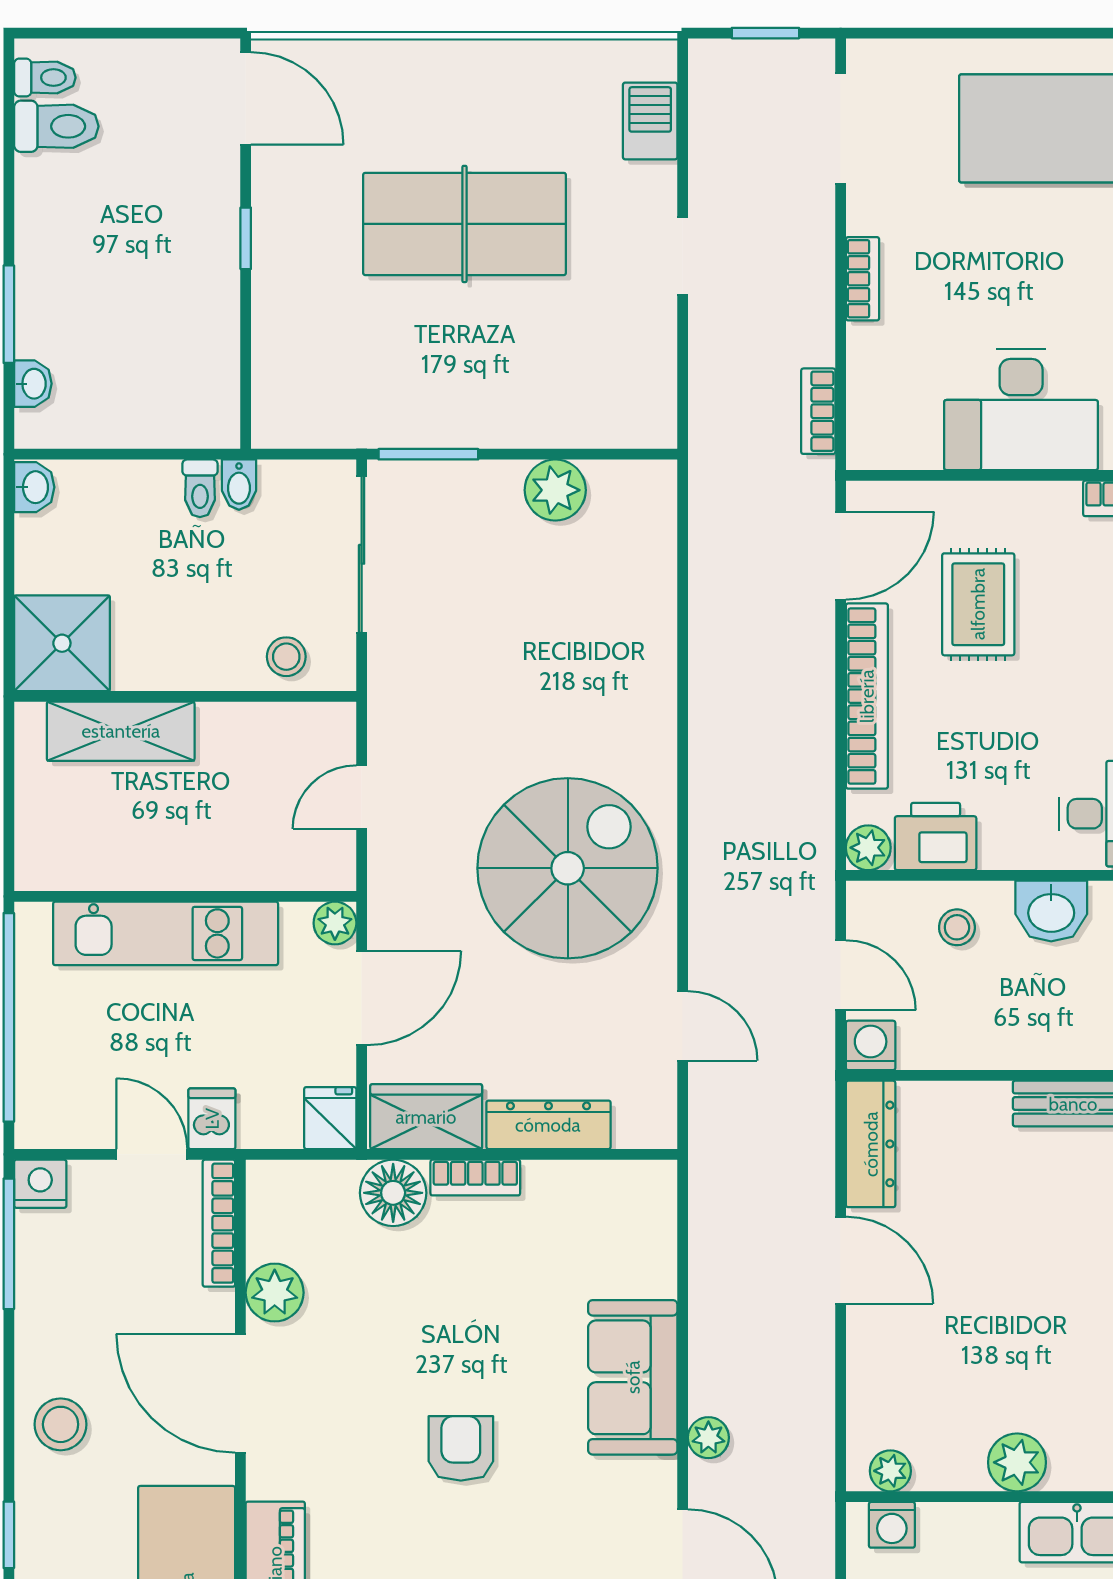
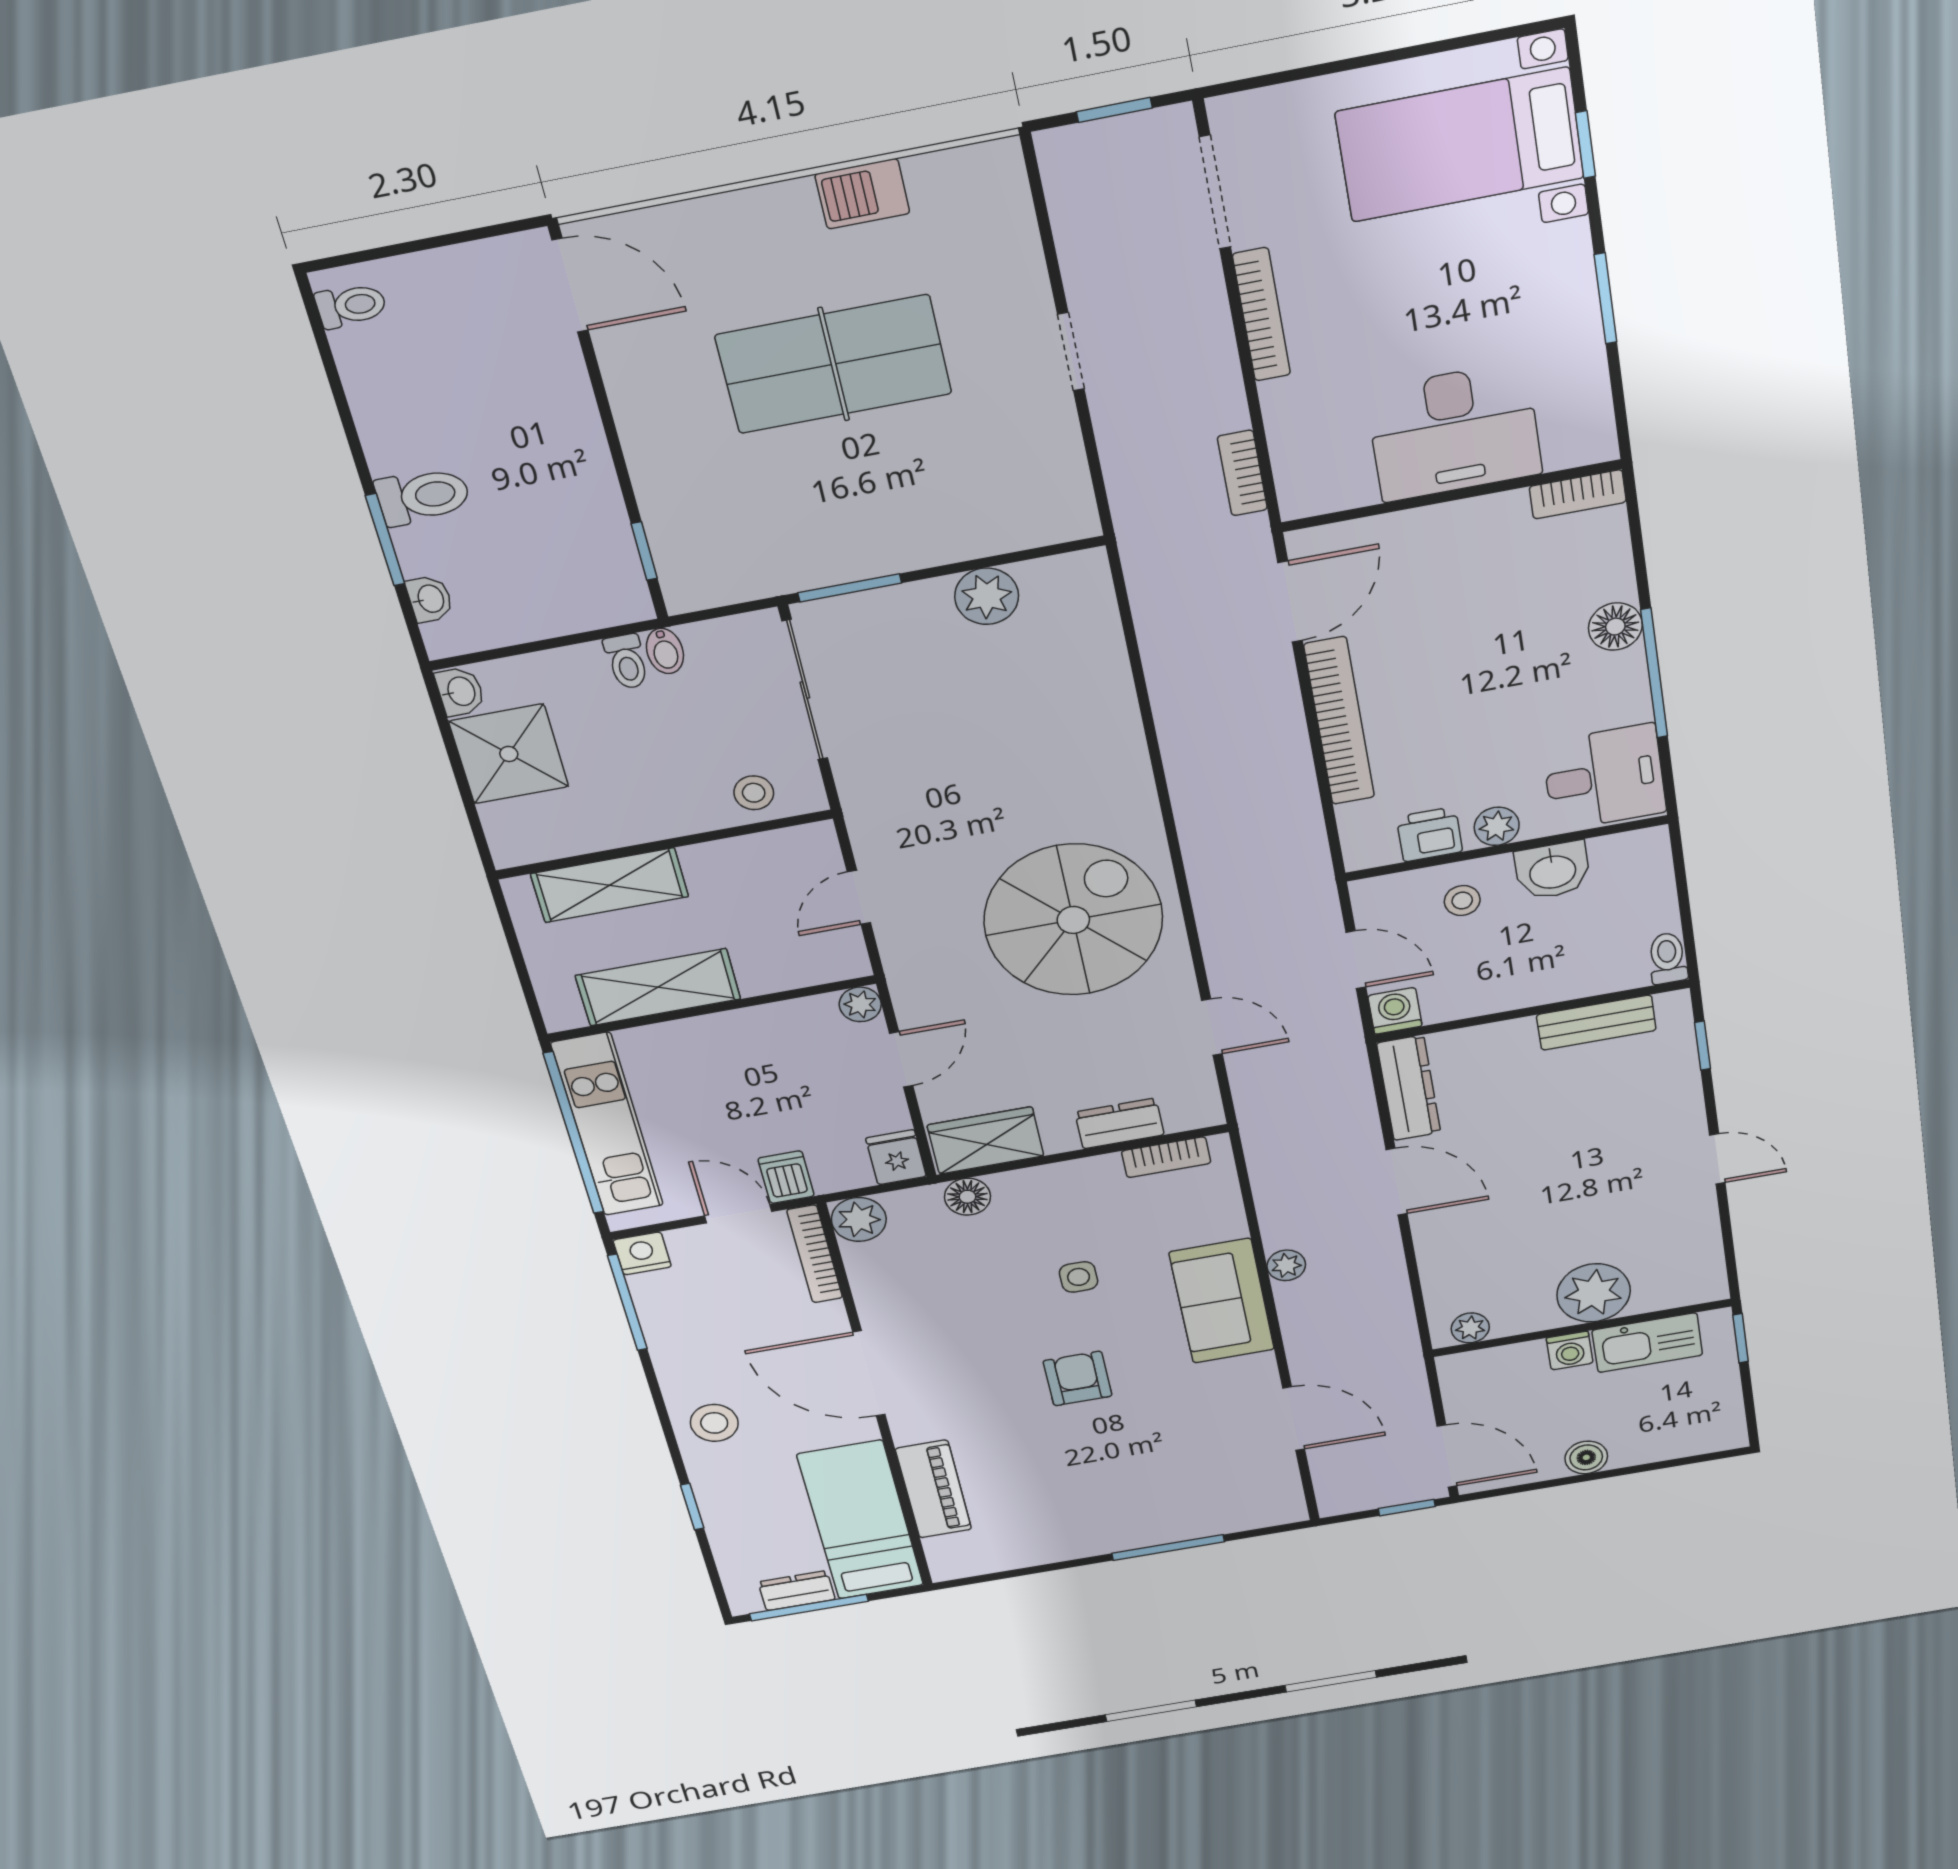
barbecue: (650, 121) -> (862, 194), moved, turned -90
toilet: (56, 126) -> (423, 496), moved
window: (246, 238) -> (644, 551), moved
bookcase: (863, 279) -> (1262, 315), width x1.56
rug: (978, 604) -> (1438, 619), removed
shower: (62, 643) -> (509, 754), moved
printer: (936, 836) -> (1429, 834), width x0.73, depth x0.81
plant: (868, 848) -> (1497, 826), moved
shelving: (138, 860) -> (658, 987), added
kitchen unit: (166, 933) -> (607, 1125), moved, turned -90
door: (362, 998) -> (901, 1059), width x0.73
dresser: (548, 1125) -> (1119, 1123), width x0.70
bookcase: (475, 1178) -> (1166, 1157), moved
floor lamp: (393, 1193) -> (967, 1197), width x0.73, depth x0.73
plant: (275, 1293) -> (859, 1219), moved
side table: (488, 1313) -> (1079, 1277), added
plant: (708, 1438) -> (1286, 1265), moved
plant: (1017, 1462) -> (1594, 1293), width x1.36, depth x1.36
washing machine: (892, 1525) -> (1570, 1351), moved

